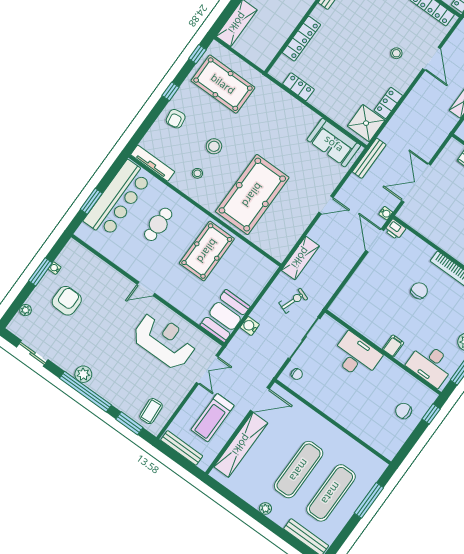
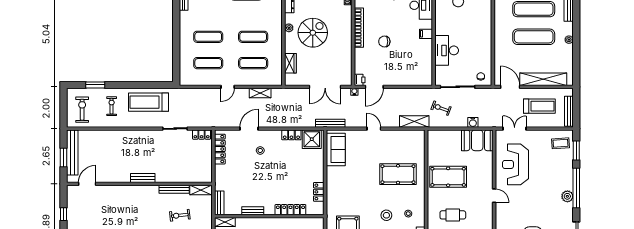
pool table: (252, 195) -> (398, 174), width x0.73, depth x0.76

